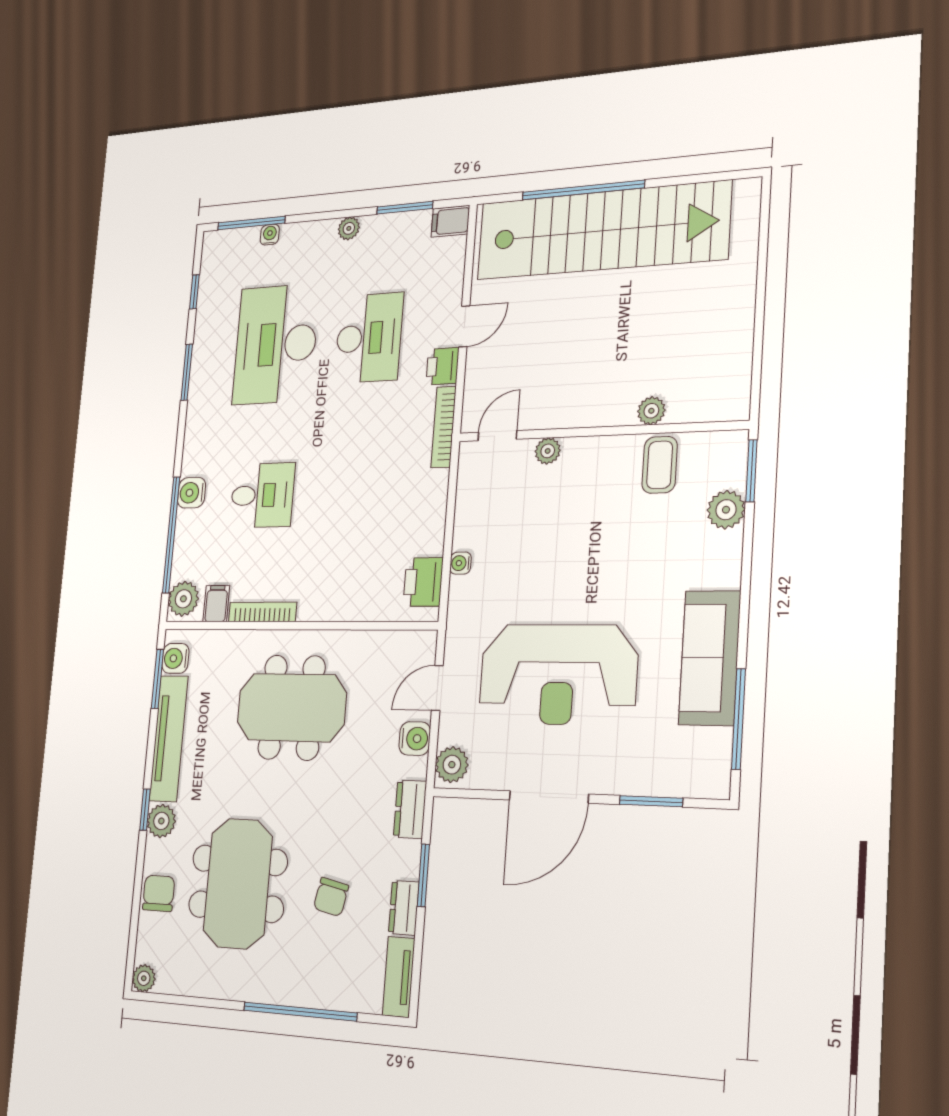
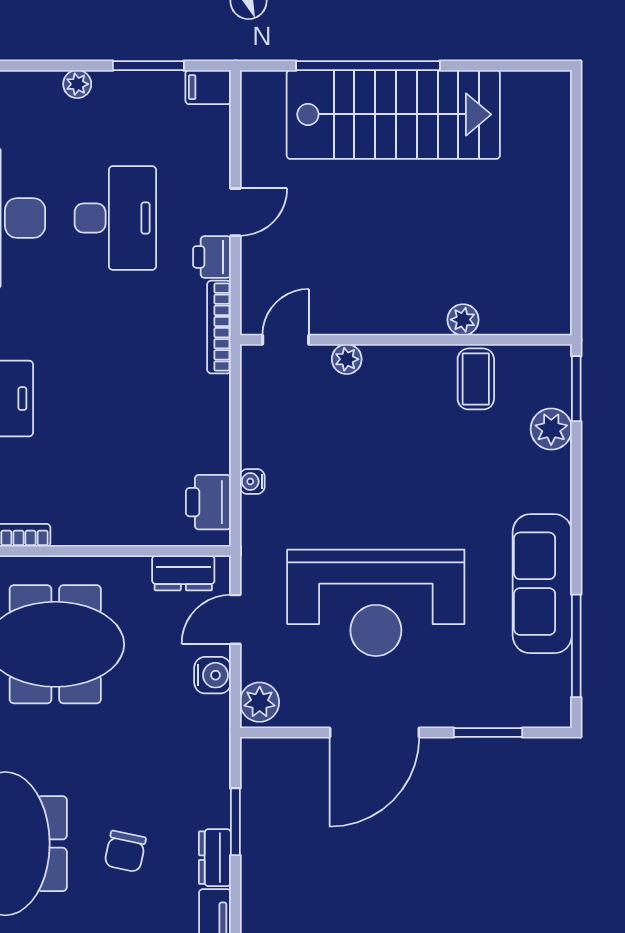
stairs: (602, 231) -> (393, 114), width x0.73
dresser: (410, 809) -> (183, 573), moved, turned -90

